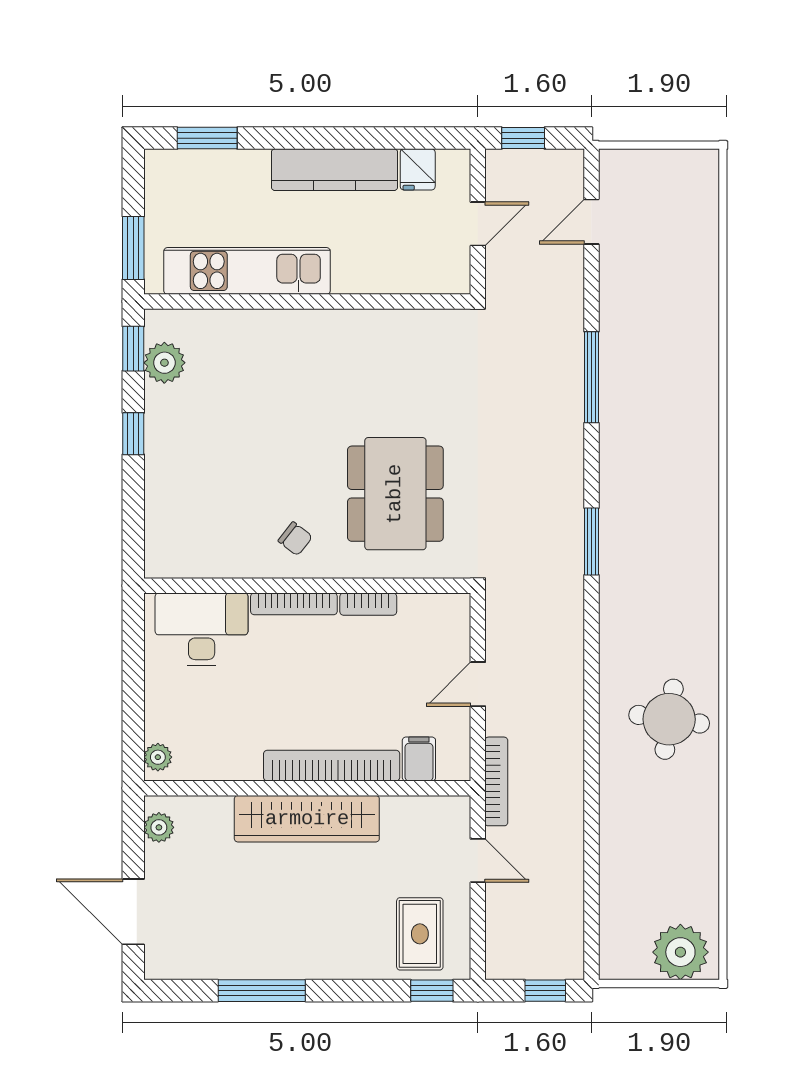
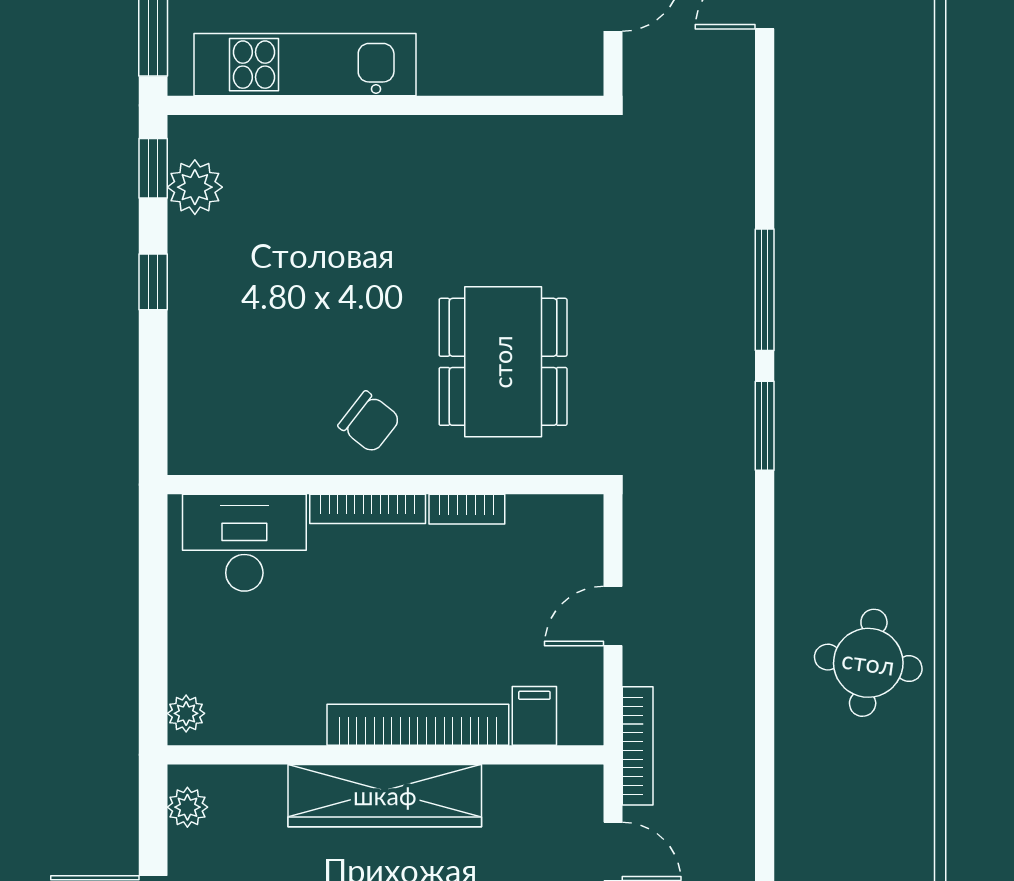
window: (591, 377) -> (765, 290), moved
chair: (295, 539) -> (369, 422), width x1.37, depth x1.37

